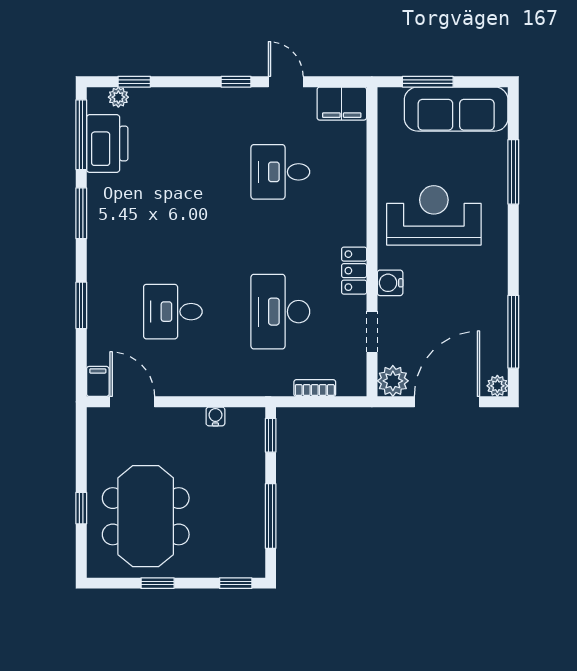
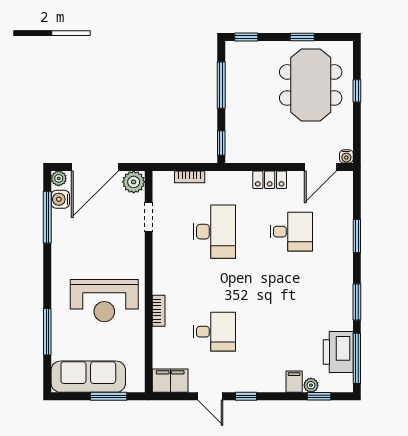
plant: (118, 97) -> (311, 385), moved
bookcase: (358, 201) -> (159, 311), added
locker: (354, 271) -> (270, 180), moved, turned 90
water cooler: (390, 283) -> (60, 199), moved, turned 180
filing cabinet: (98, 381) -> (294, 382), moved, turned 180
door: (132, 402) -> (320, 167), hinge flipped
water cooler: (215, 416) -> (346, 156), moved

